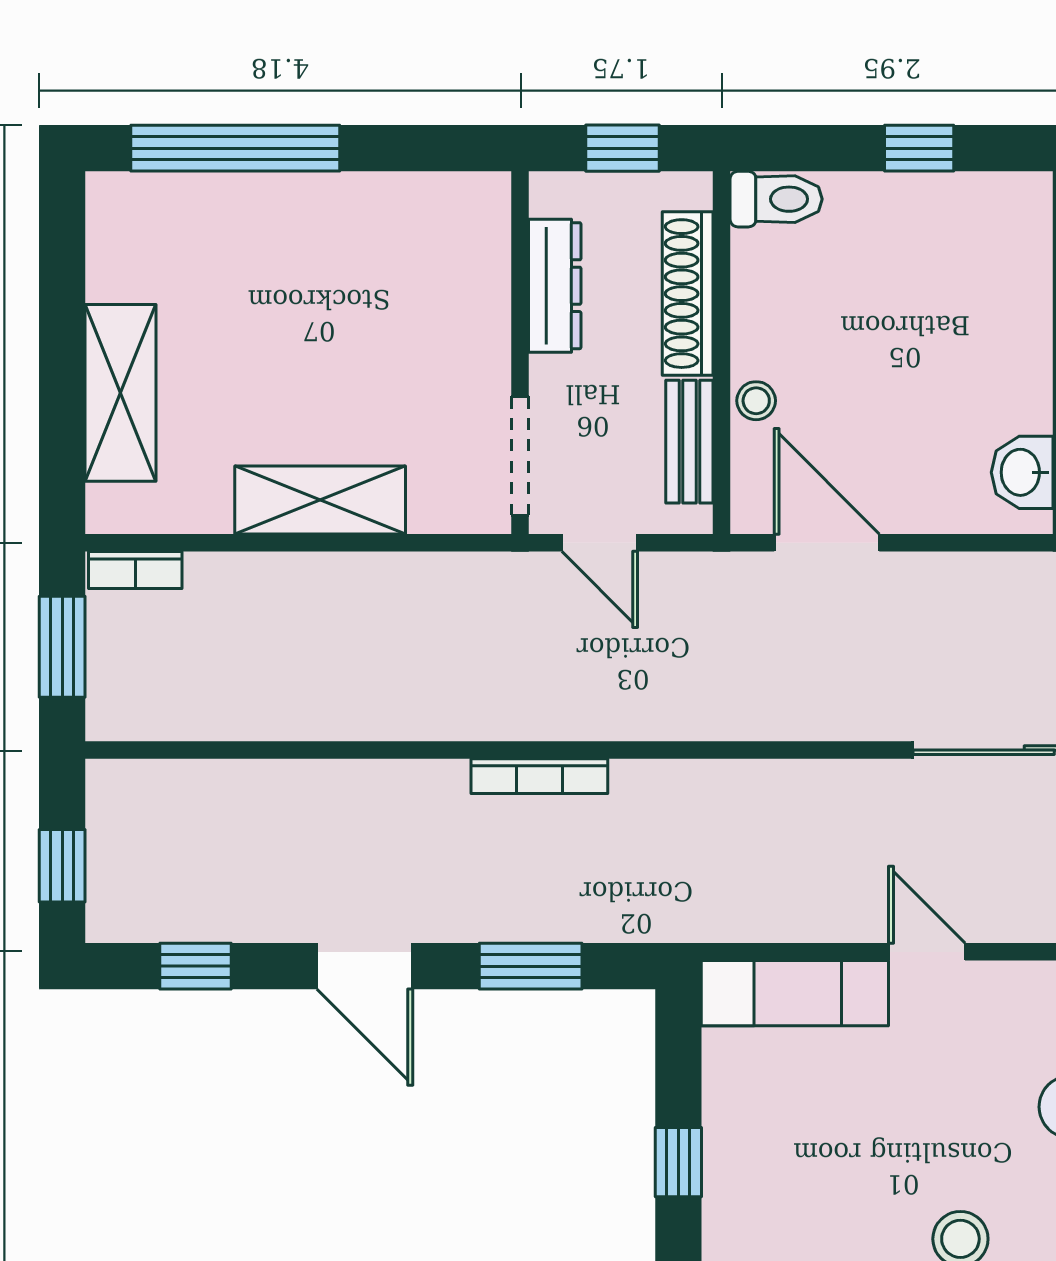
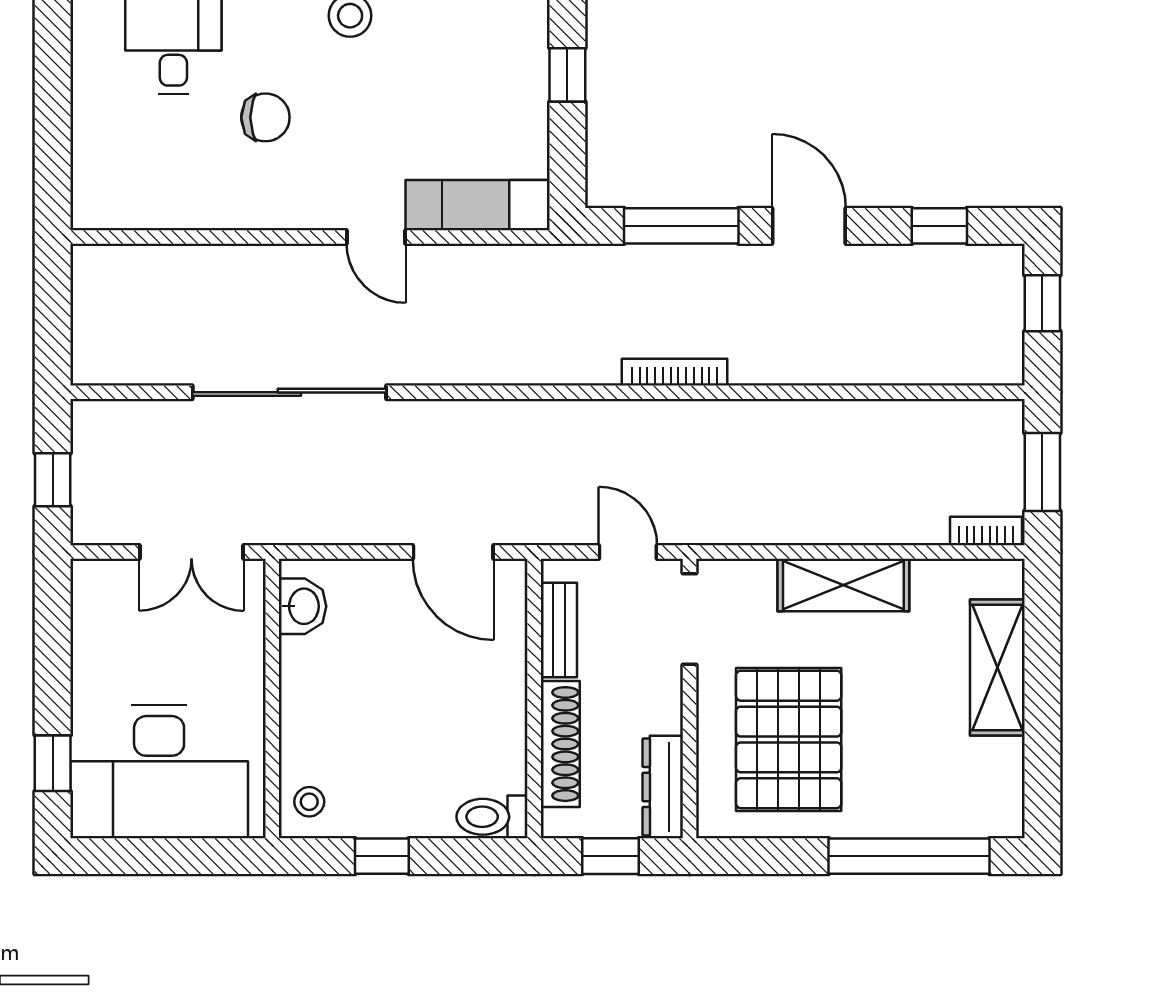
dresser: (555, 286) -> (663, 787), moved
pallet: (391, 299) -> (789, 739), added
stool: (756, 401) -> (309, 802), moved
window: (531, 966) -> (681, 226), width x1.44

